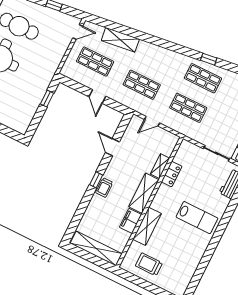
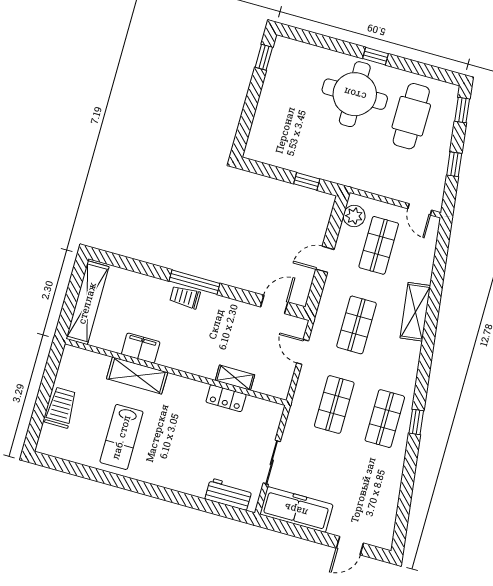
shelving: (120, 40) -> (415, 312), moved
plant: (74, 73) -> (354, 216), added
door: (112, 147) -> (274, 304), moved
window: (96, 180) -> (194, 282), width x2.17
shelving: (144, 193) -> (188, 361), removed
lab bench: (197, 218) -> (121, 437), moved
trolley: (149, 264) -> (61, 408), moved

